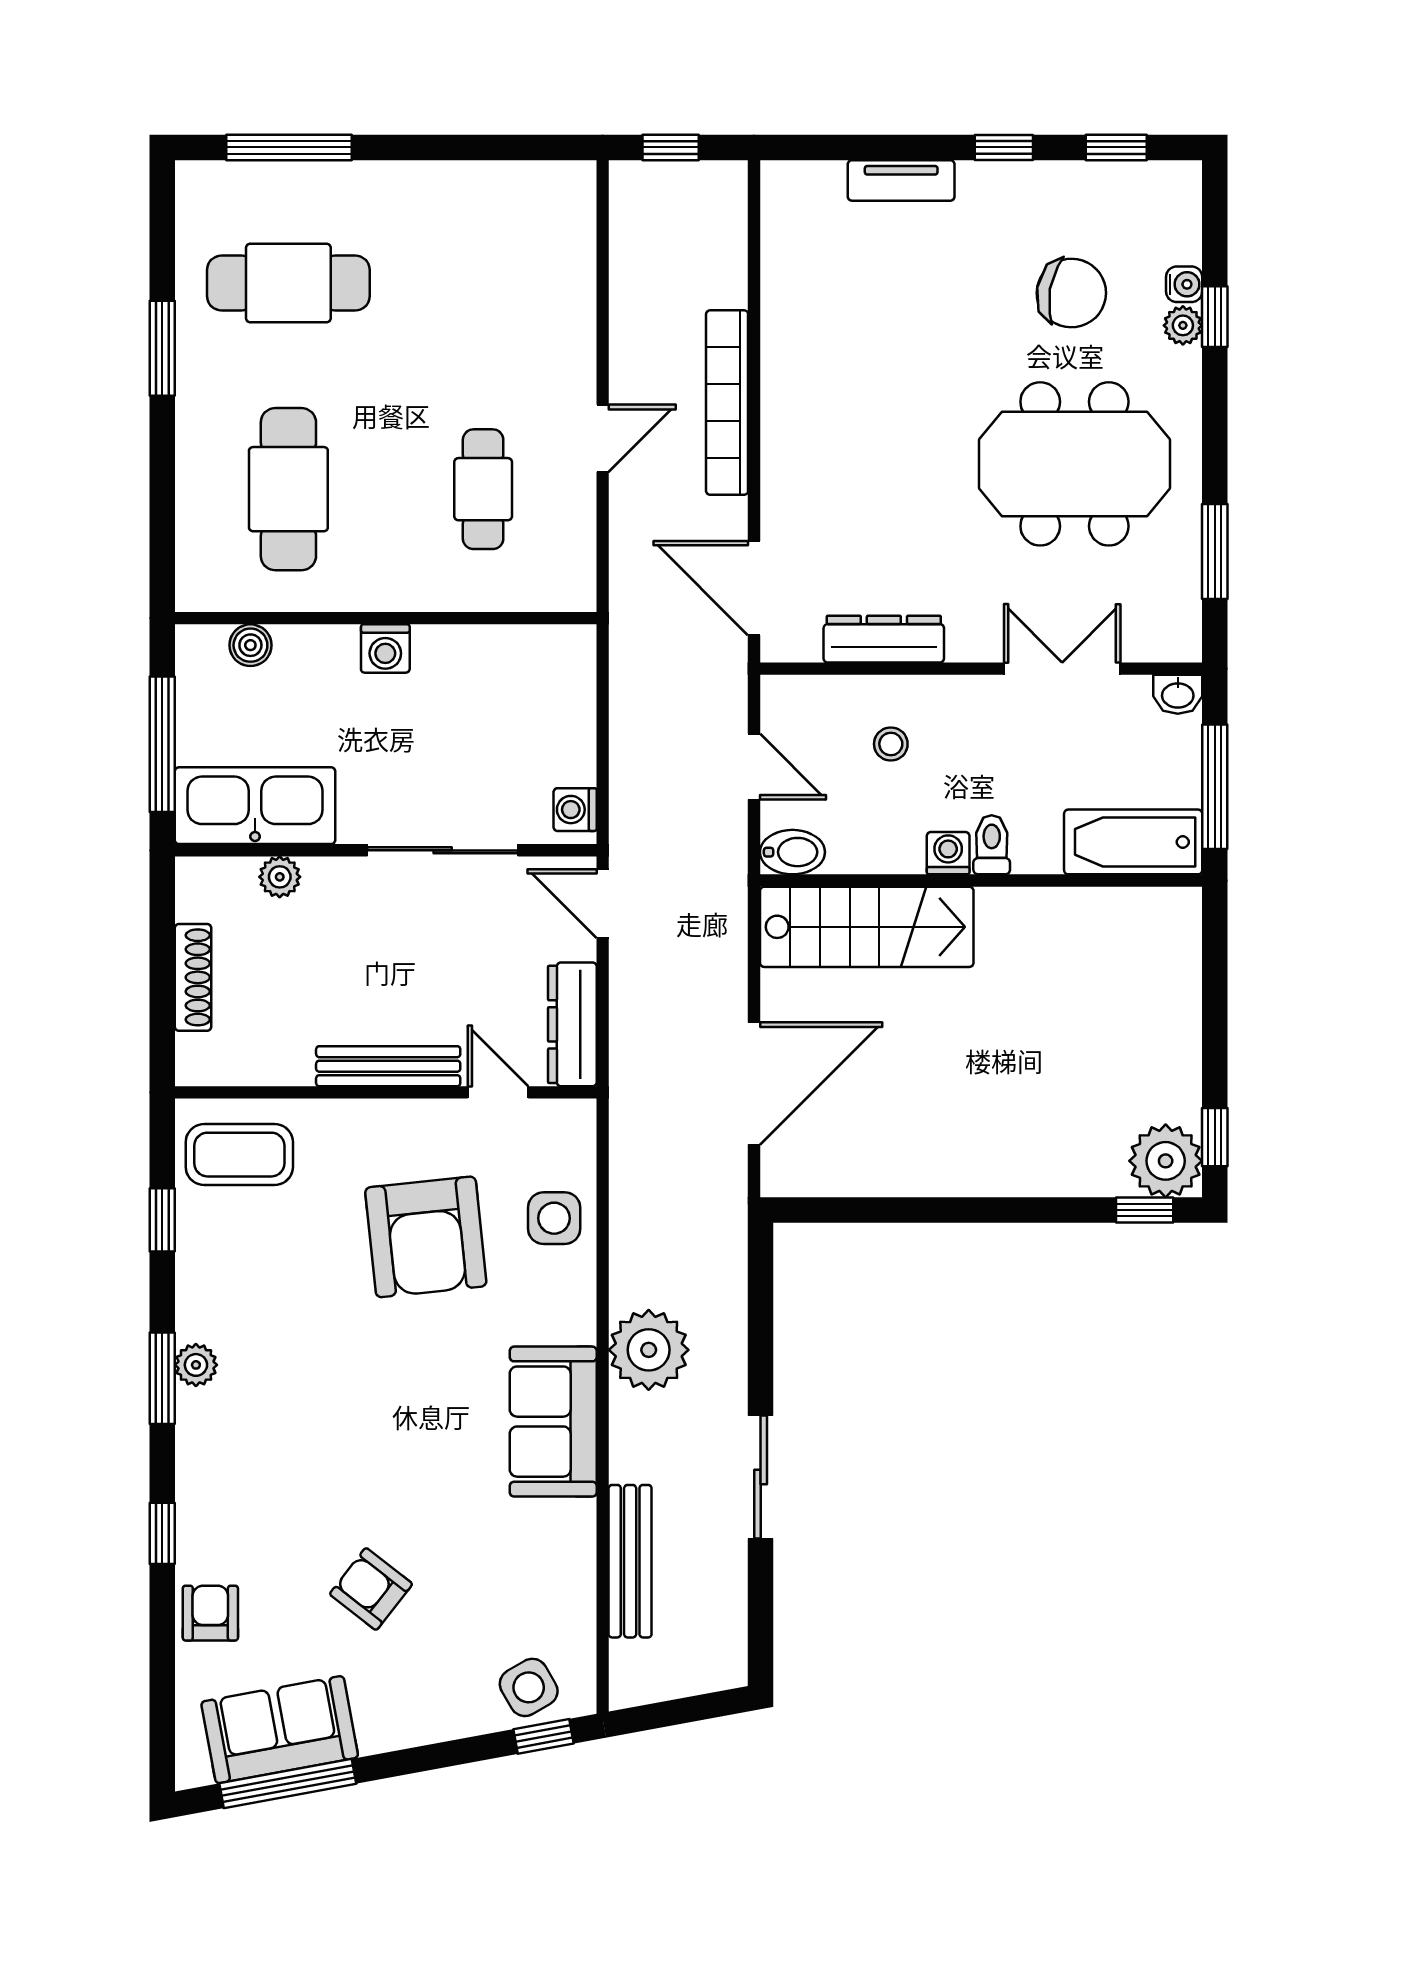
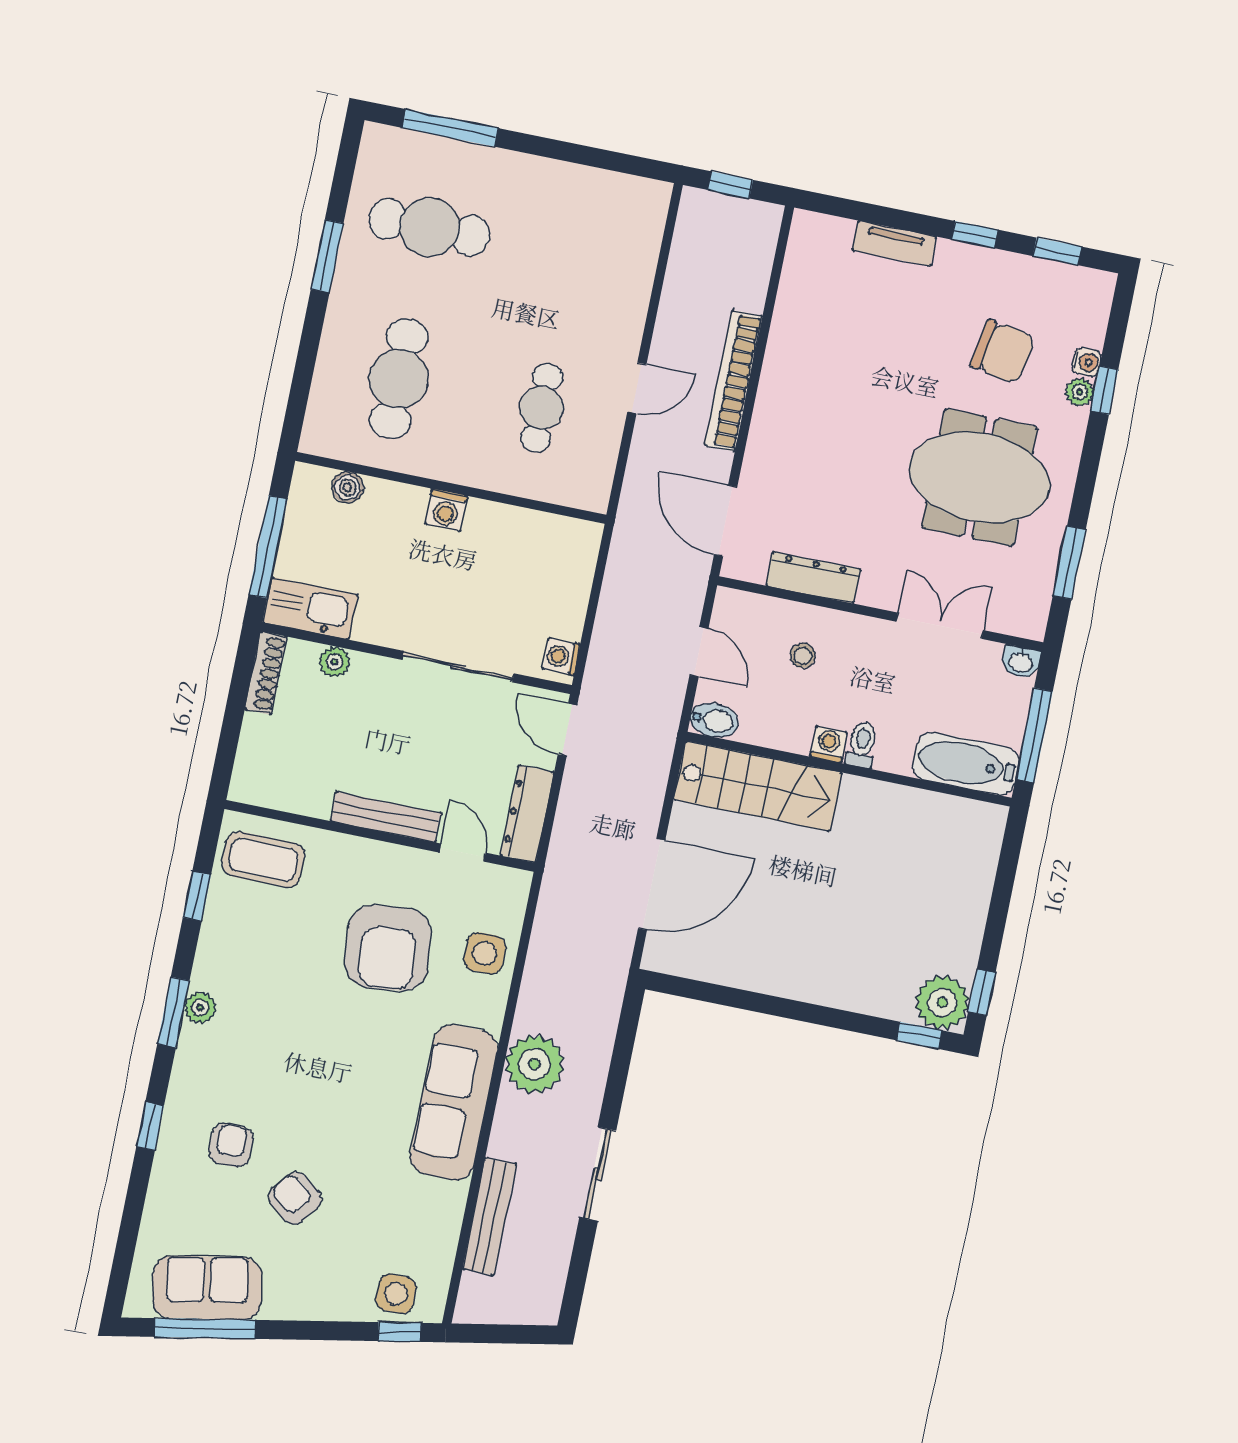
kitchen sink: (255, 806) -> (310, 608), width x0.73, depth x0.81
shoe rack: (193, 977) -> (266, 673), moved
sofa: (553, 1422) -> (454, 1102), width x1.36
armchair: (210, 1613) -> (231, 1145), moved
side table: (529, 1687) -> (396, 1294), turned 30

